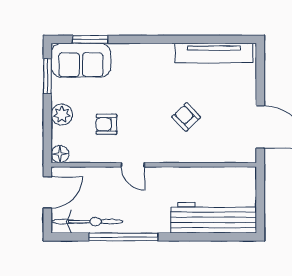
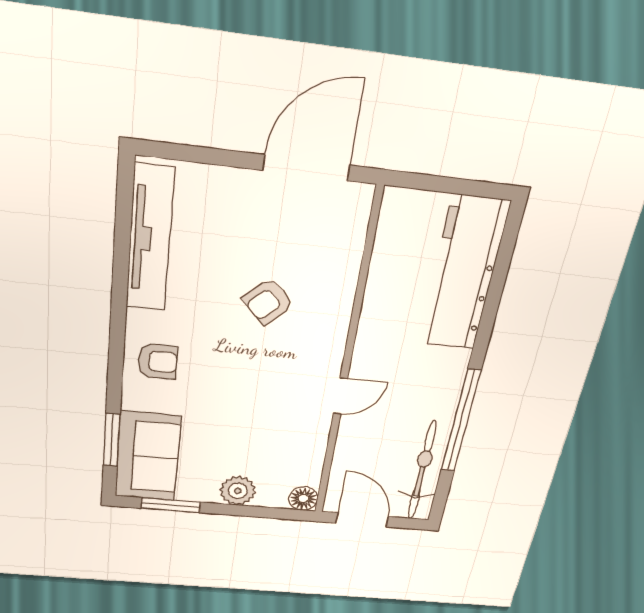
armchair: (106, 124) -> (158, 361), moved, turned -90

